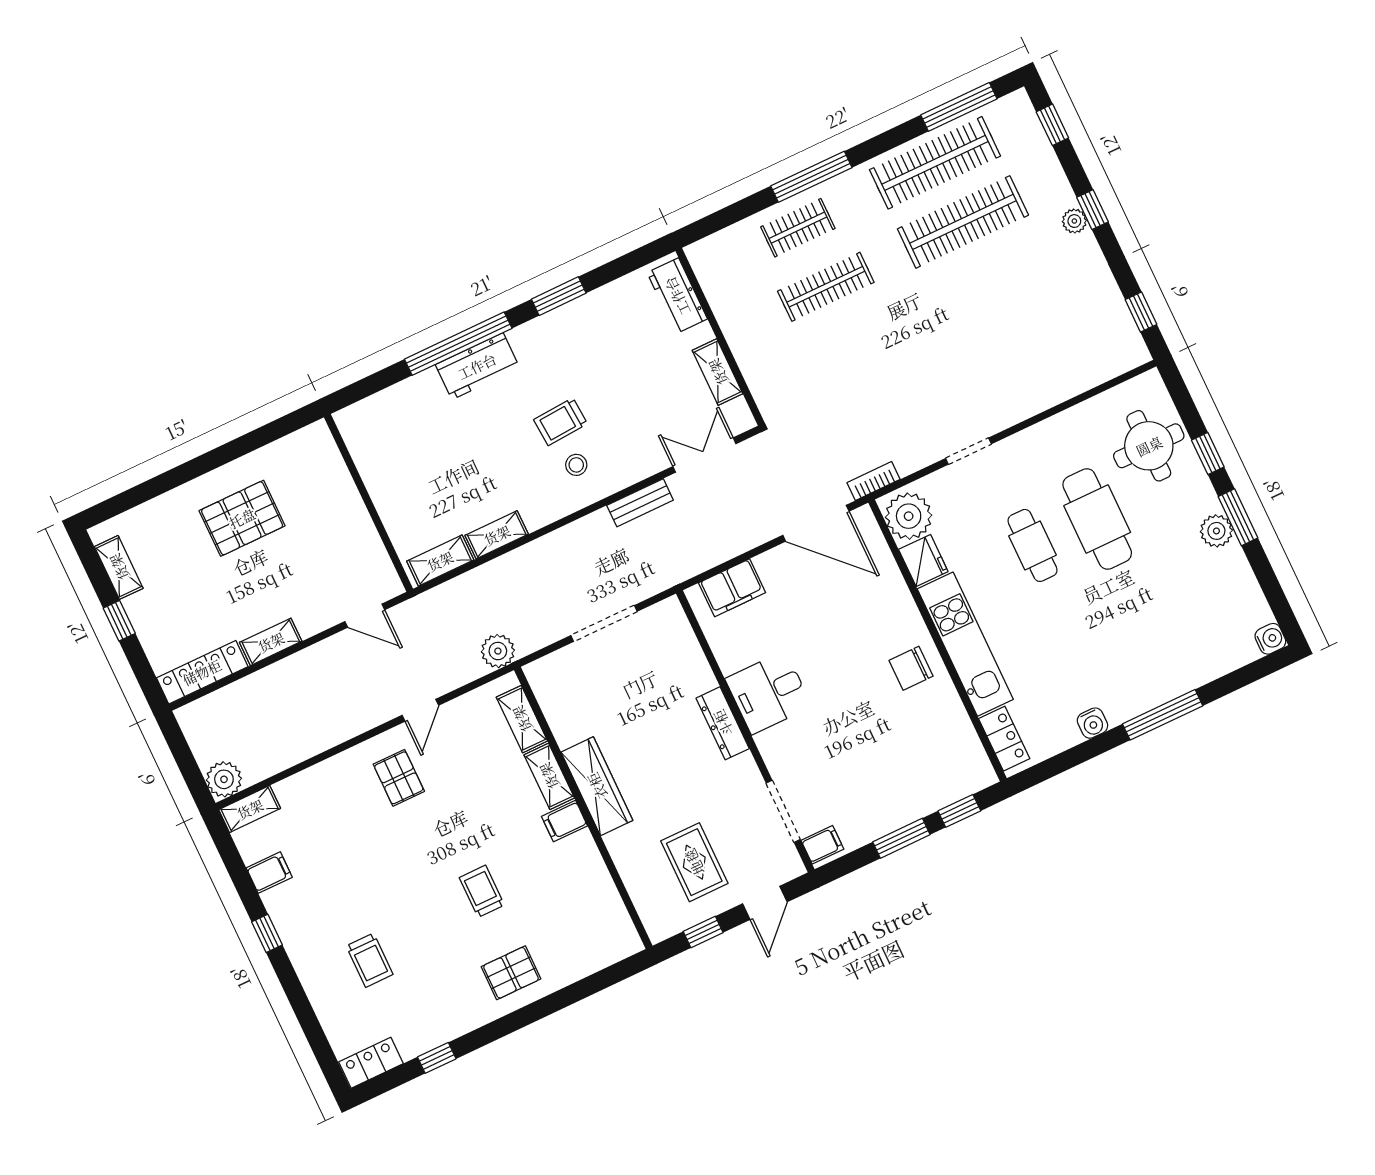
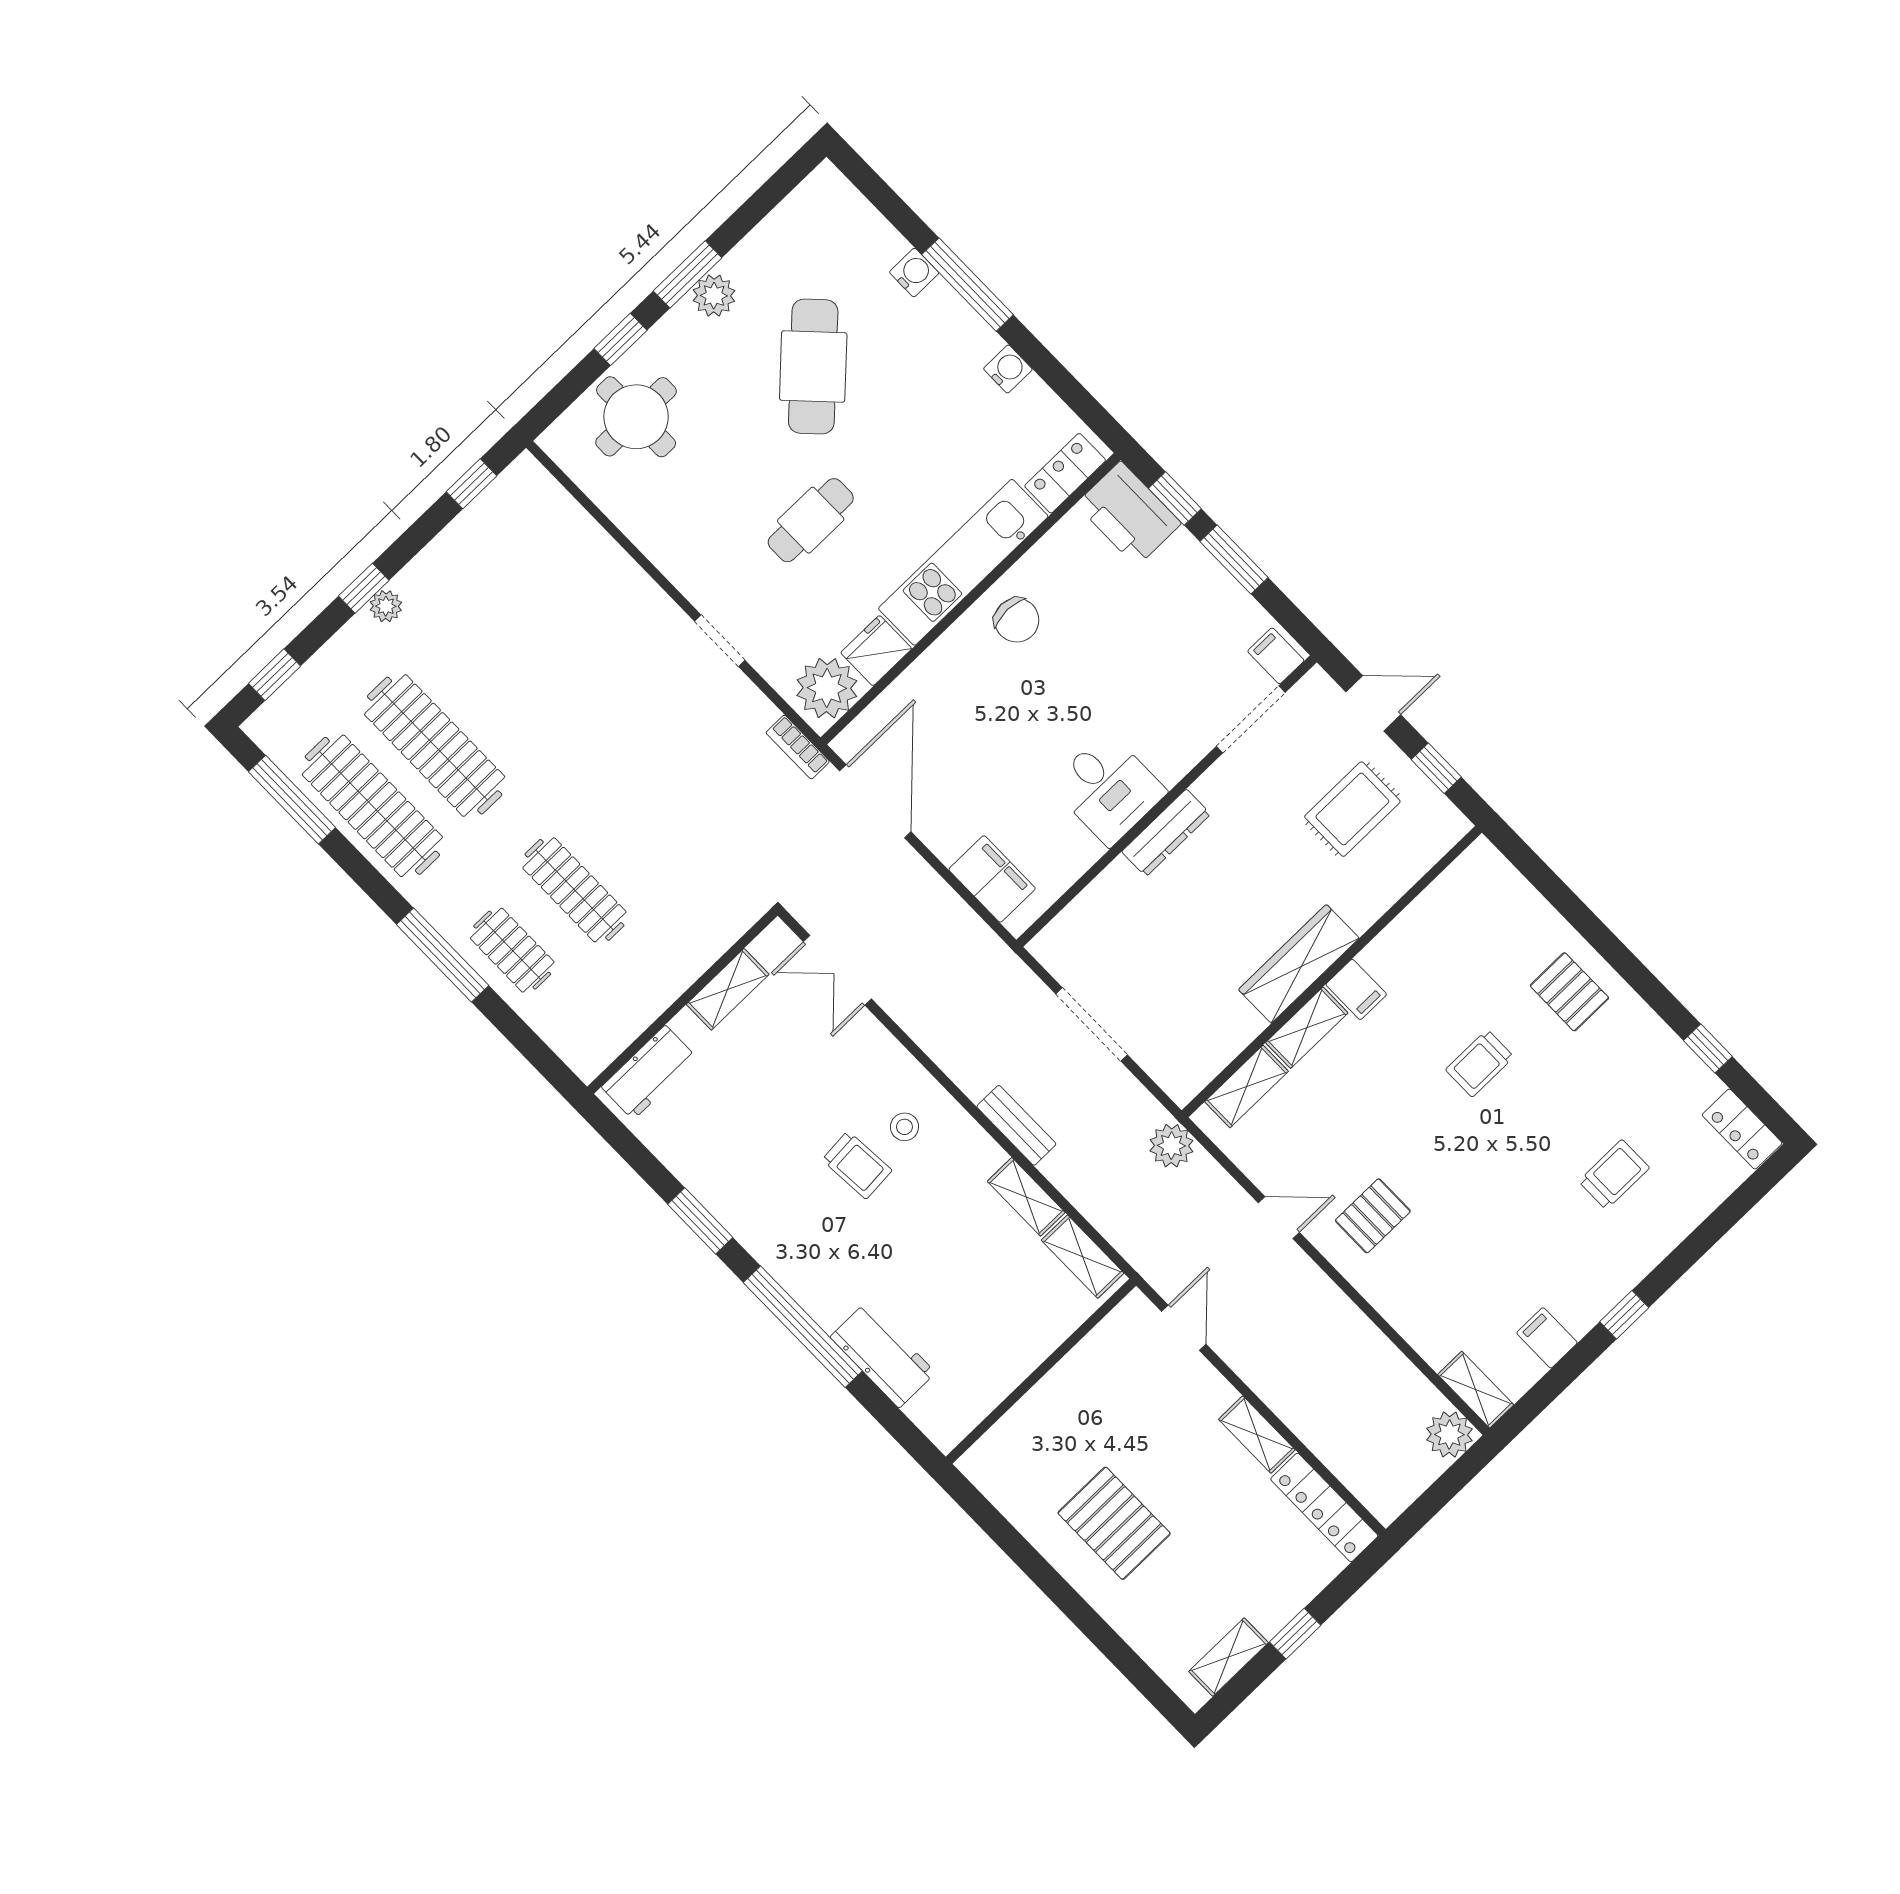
workbench: (477, 366) -> (883, 1355), moved
bench: (640, 503) -> (1016, 1125), moved
cafe table: (1097, 519) -> (813, 366), moved, turned -44
water cooler: (1270, 639) -> (914, 273), moved, turned 90
printer: (960, 774) -> (1129, 514), added

